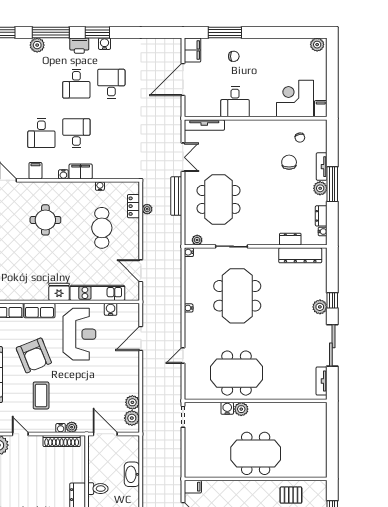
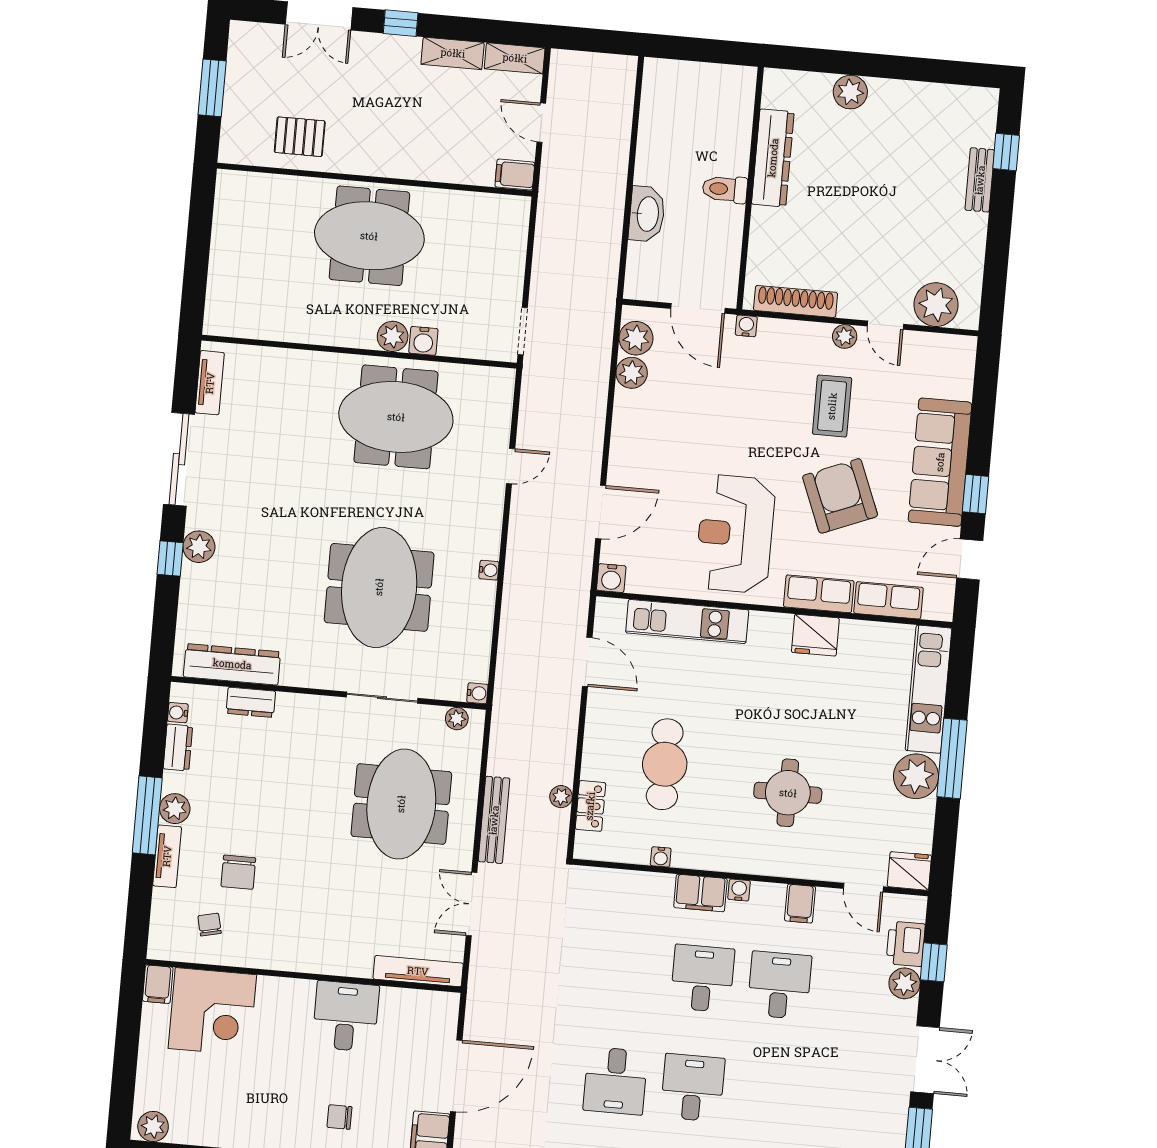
desk: (76, 133) -> (702, 978), turned 180
fridge: (59, 292) -> (815, 635), moved
water cooler: (111, 309) -> (611, 578), moved
plant: (72, 427) -> (845, 336), moved
water cooler: (61, 428) -> (746, 326), moved

